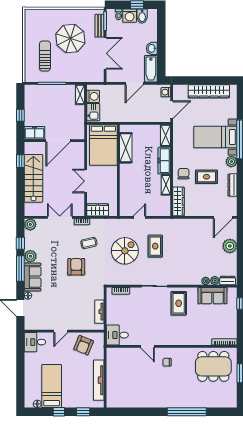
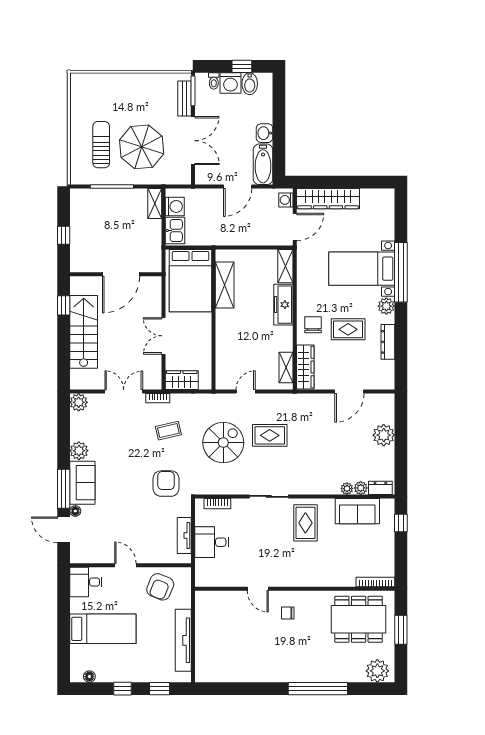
parasol: (70, 38) -> (142, 147), moved
wardrobe: (209, 91) -> (328, 199), moved
freezer: (35, 133) -> (85, 262), removed
shelving: (166, 185) -> (286, 368), moved
door: (223, 217) -> (349, 392), moved
window: (20, 243) -> (64, 431), removed
rug: (155, 246) -> (270, 435), turned 90
armchair: (76, 267) -> (166, 484), moved
window: (20, 269) -> (64, 489), moved
door: (61, 331) -> (125, 565), swing flipped
desk: (117, 335) -> (212, 542), moved
bed: (52, 386) -> (103, 629), moved, turned 90
plant: (226, 400) -> (377, 671), added

